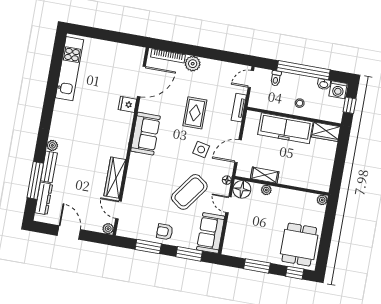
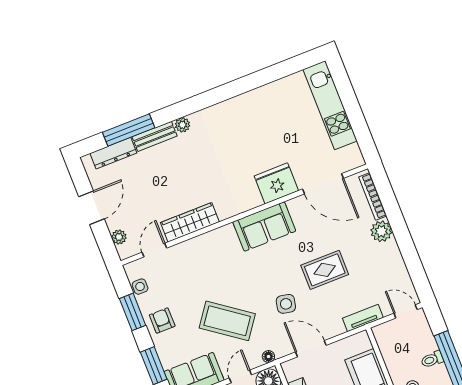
kitchen unit: (69, 69) -> (330, 105), moved, turned 90
toilet: (276, 78) -> (432, 359), moved
fridge: (127, 104) -> (276, 183), width x1.88, depth x1.34
plant: (108, 229) -> (119, 237), moved
side table: (135, 232) -> (140, 287), added

